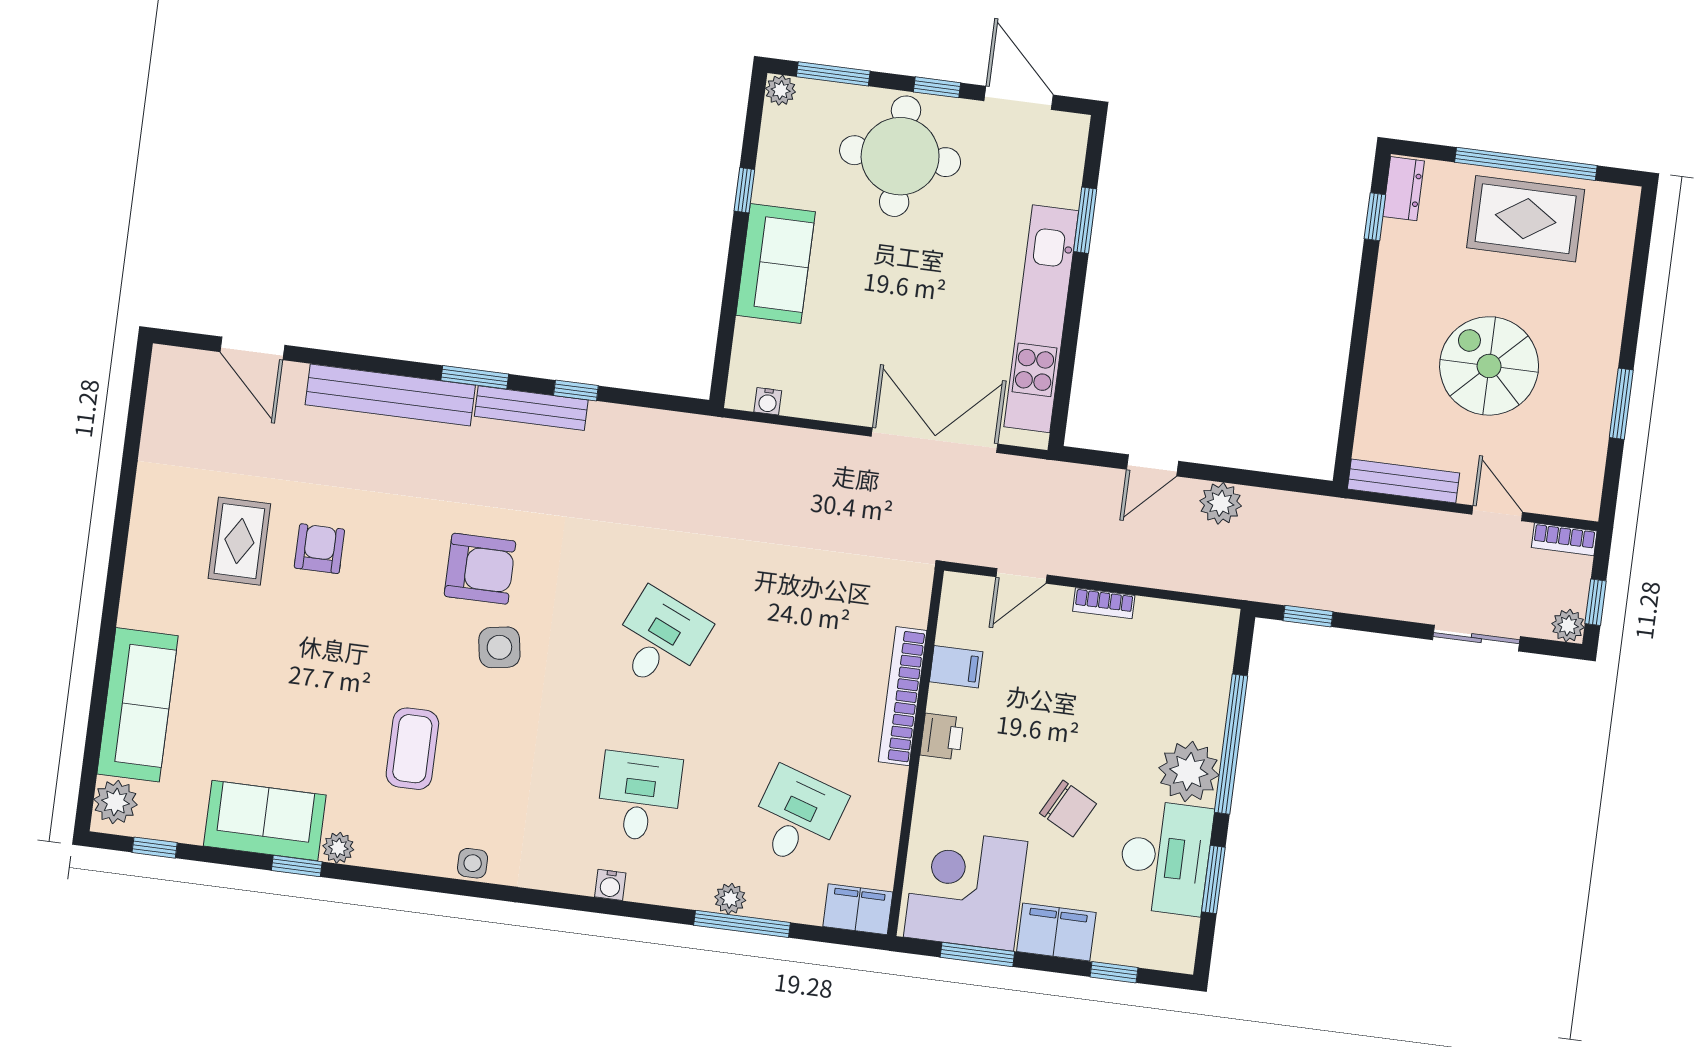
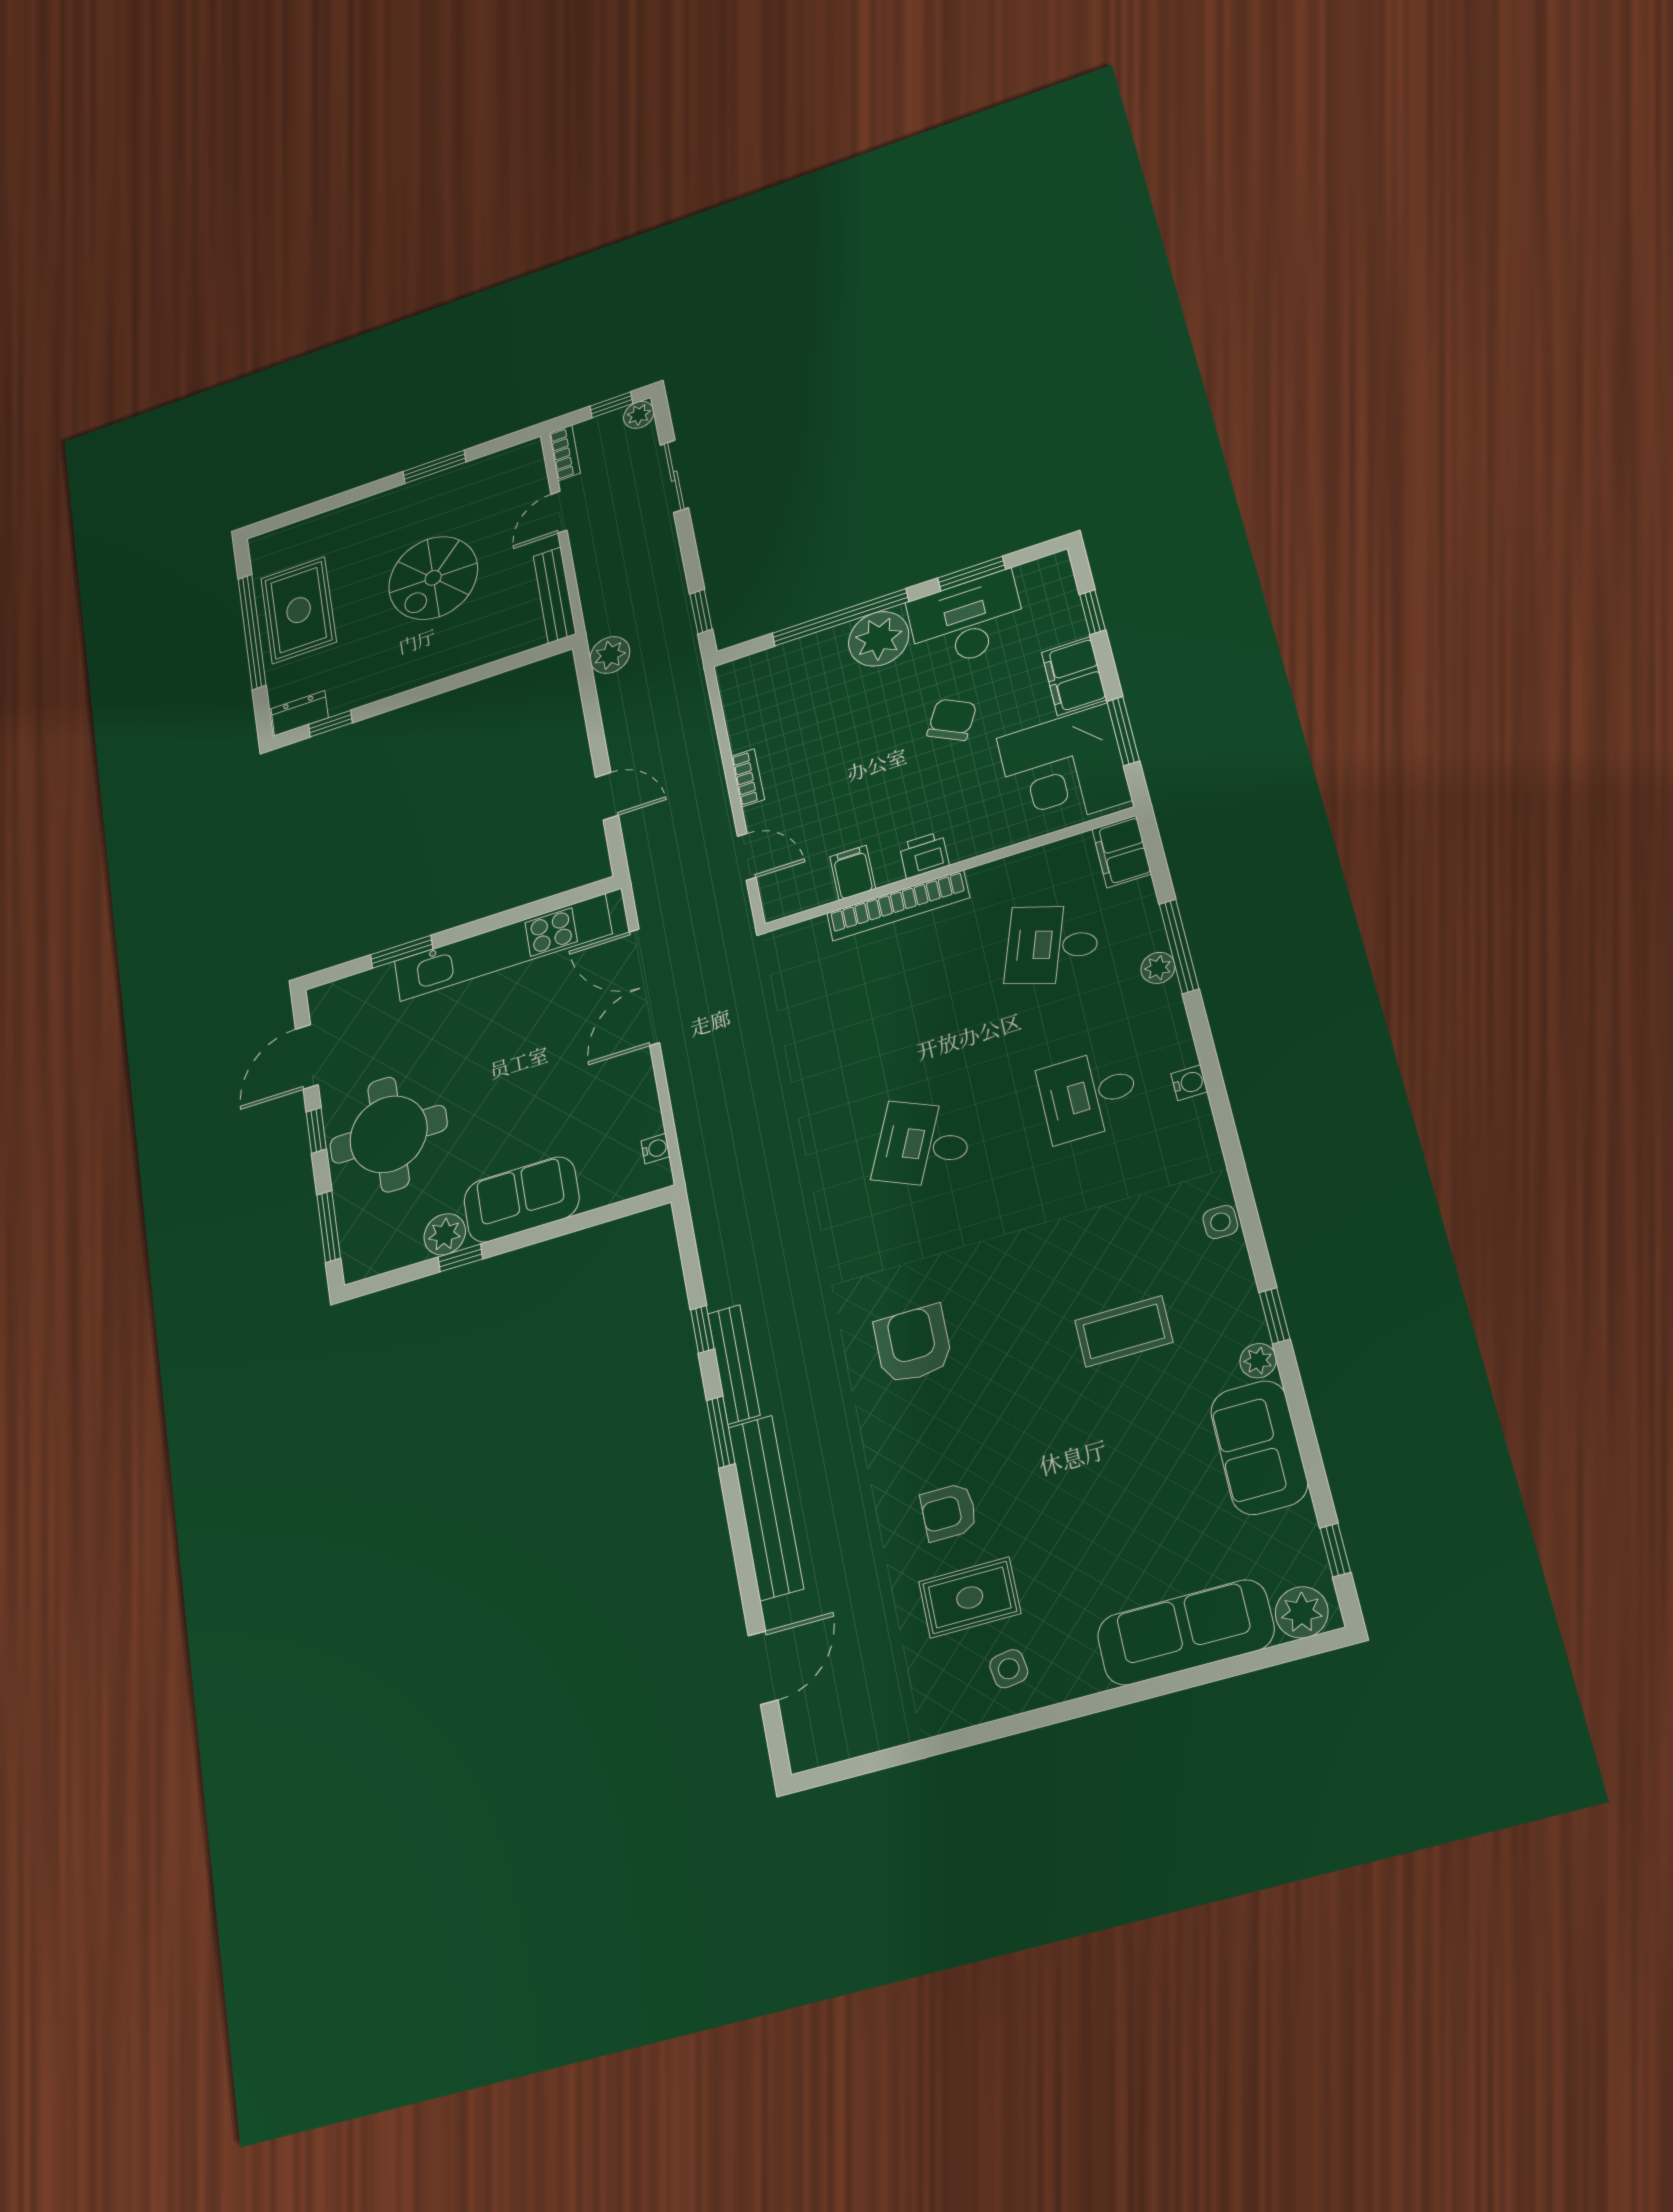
plant: (781, 90) -> (445, 1234), moved, width x1.38, depth x1.38
plant: (1221, 503) -> (610, 655), moved
side table: (499, 647) -> (1009, 1669), moved, width x0.73, depth x0.73
window: (297, 866) -> (1275, 1316), moved

